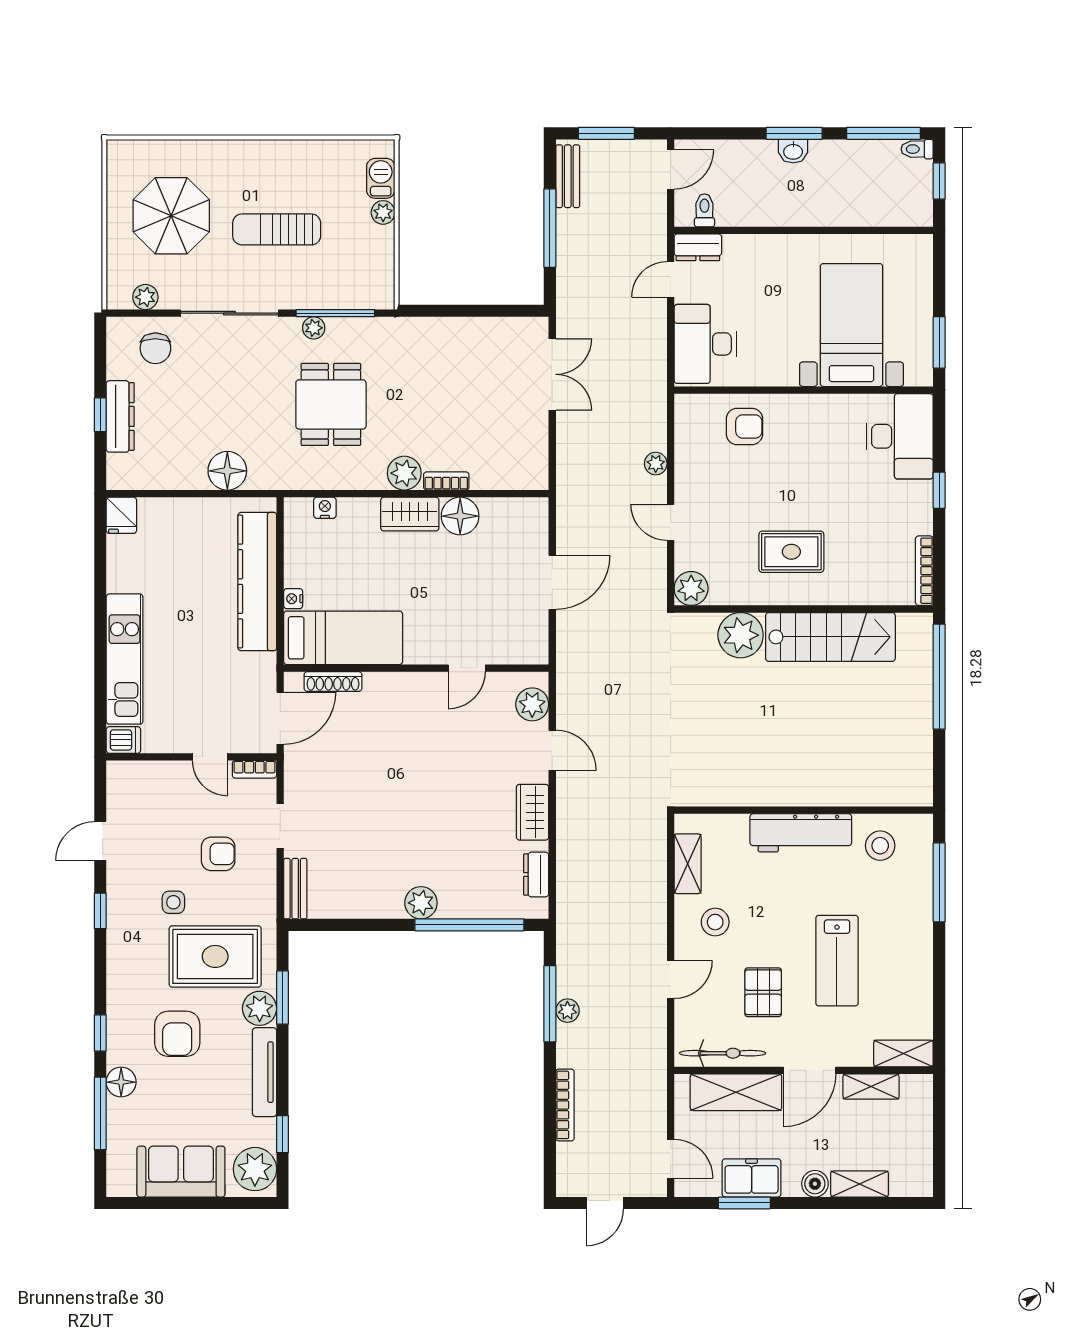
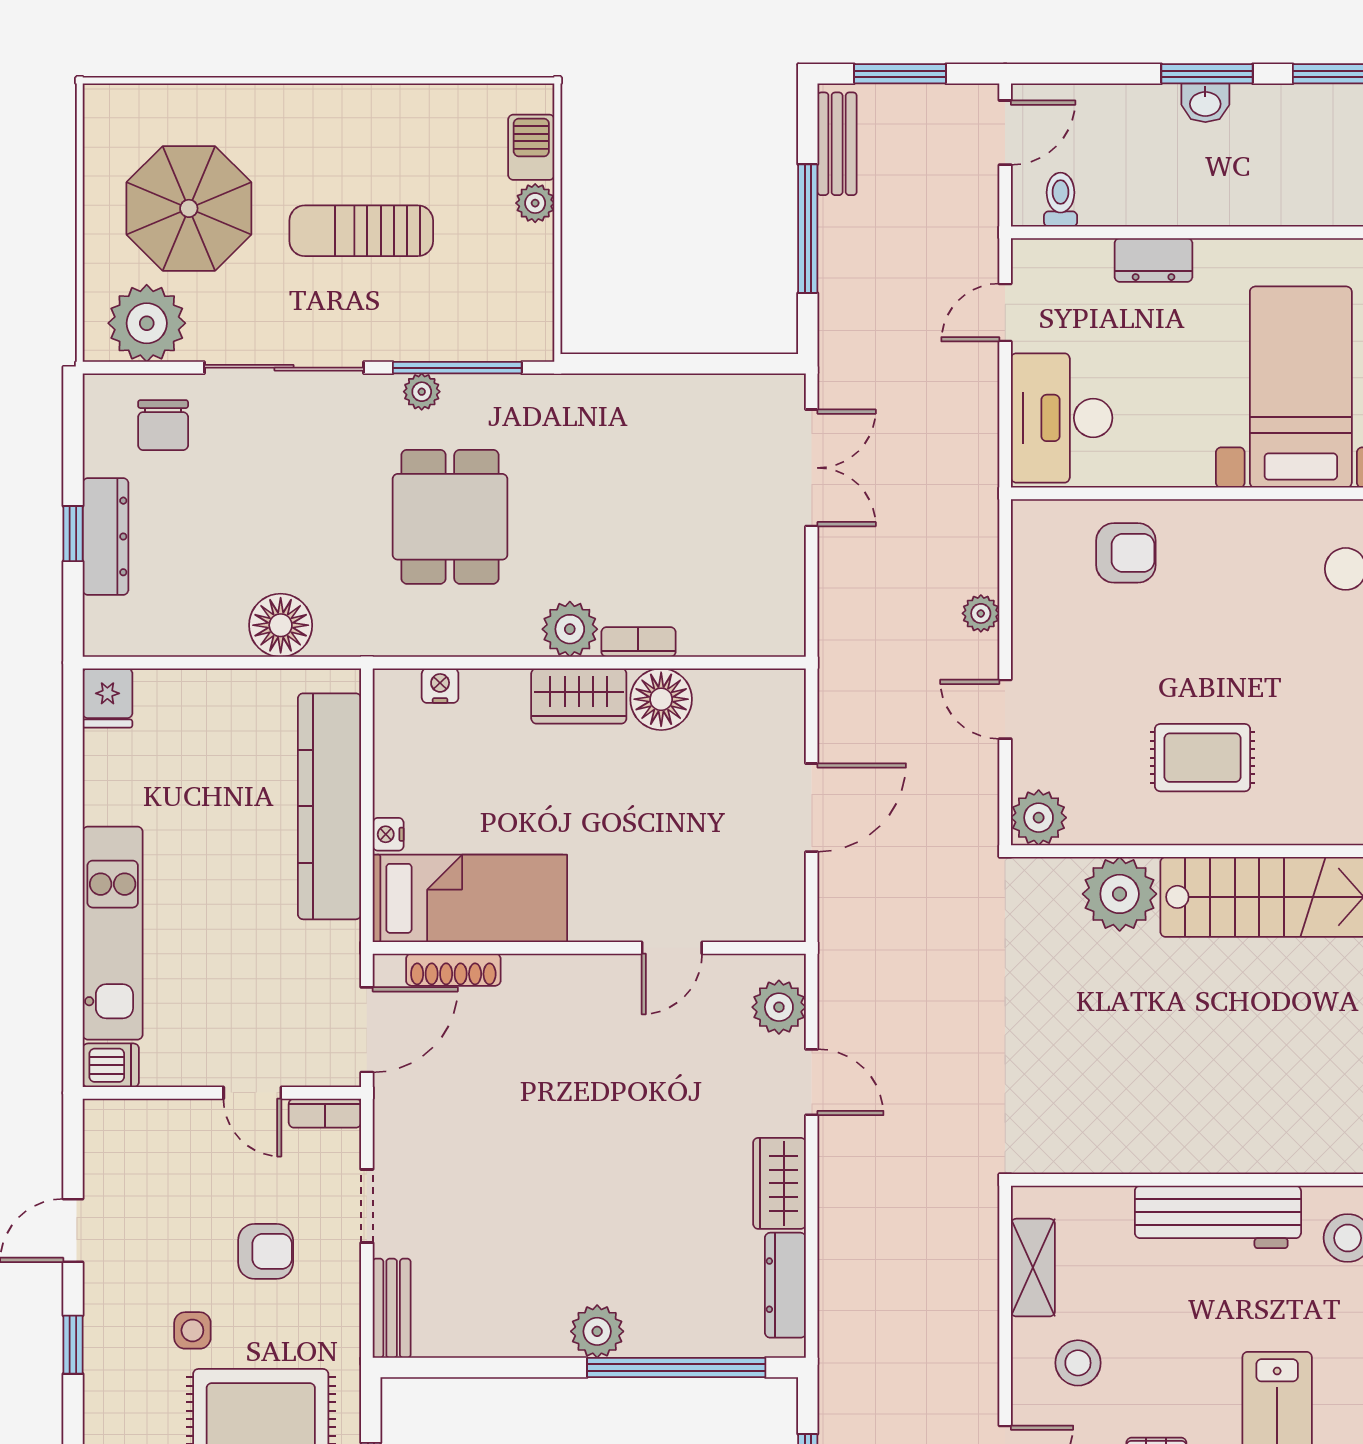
dresser: (698, 247) -> (1153, 260), moved
plant: (145, 297) -> (147, 323), width x1.88, depth x1.88
dresser: (536, 875) -> (785, 1285), width x1.44

